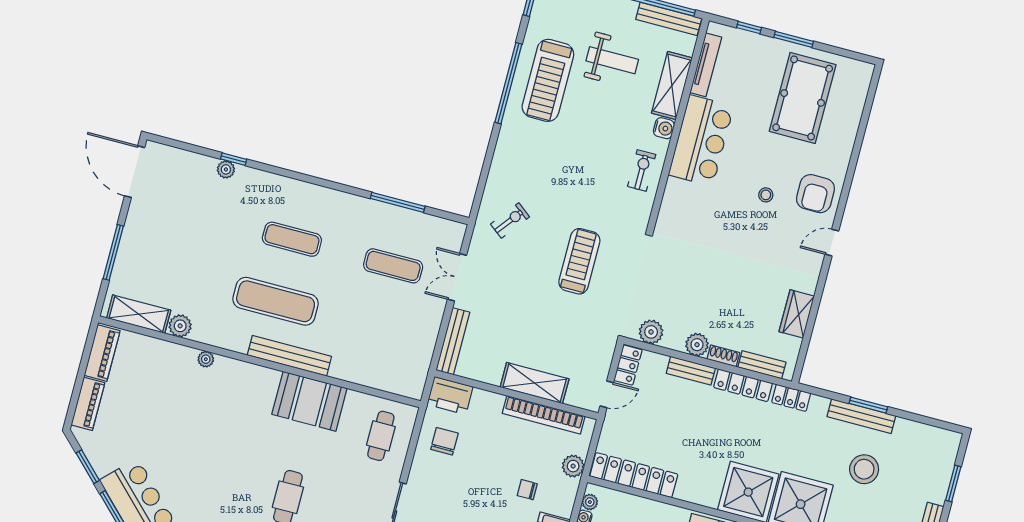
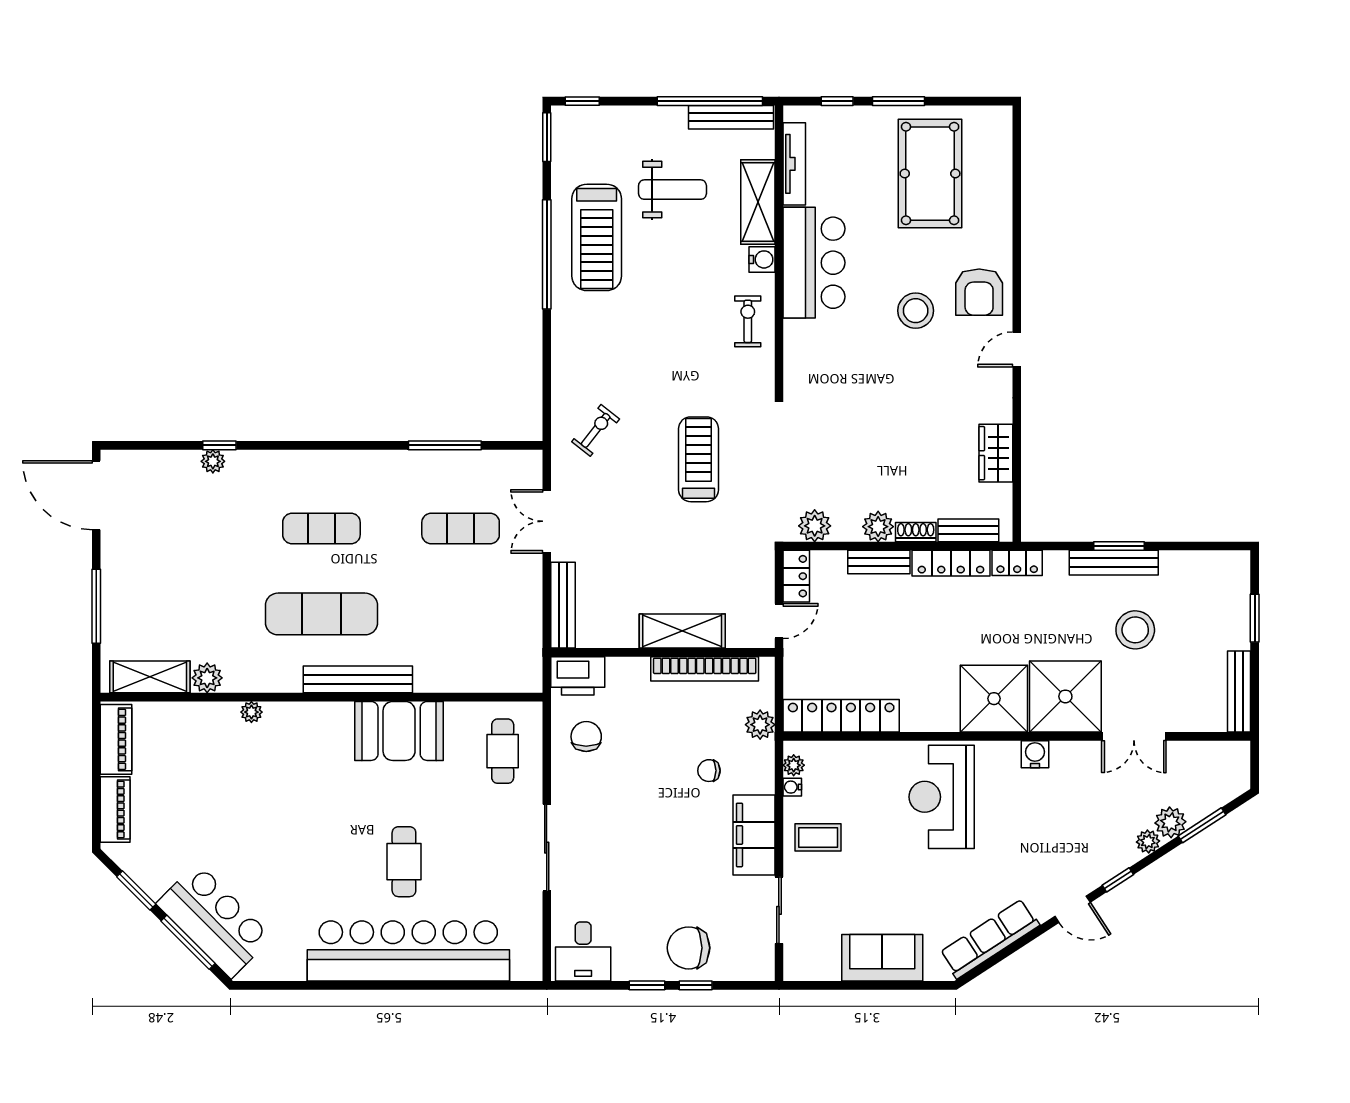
stool: (766, 195) -> (916, 311), width x1.89, depth x1.89

